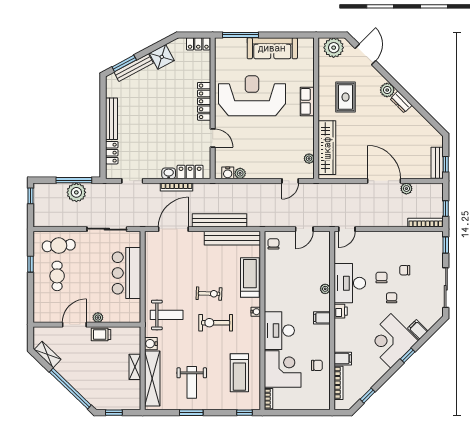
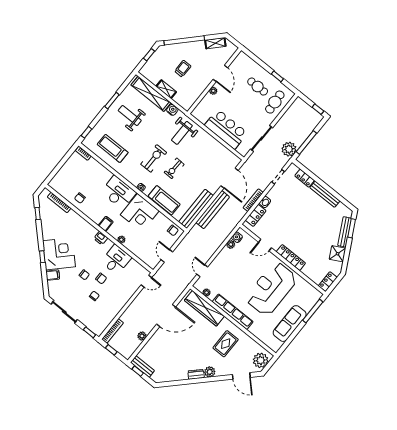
reception desk: (252, 96) -> (271, 289), turned 180
rug: (346, 97) -> (226, 344), turned 90
row of seats: (307, 101) -> (233, 312), width x2.02
door: (384, 181) -> (166, 315), moved
plant: (76, 192) -> (289, 149), moved
door: (347, 229) -> (146, 281), swing flipped
desk: (350, 283) -> (116, 260), width x0.73
trolley: (101, 334) -> (183, 69), moved
filing cabinet: (343, 359) -> (71, 217), removed
corner desk: (283, 369) -> (140, 213), moved

